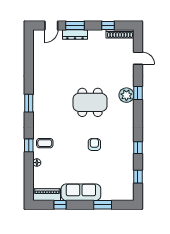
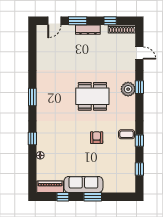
dresser: (75, 34) -> (88, 30), moved
coffee table: (45, 143) -> (127, 134), moved
window: (103, 205) -> (93, 197), moved

